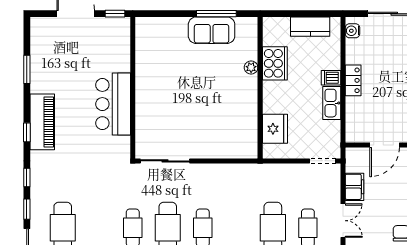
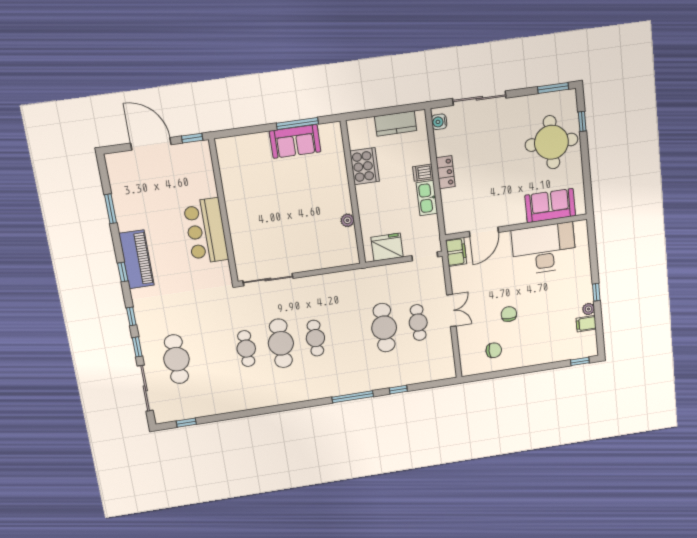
plant: (251, 68) -> (347, 220), moved
fridge: (275, 129) -> (387, 247), moved, turned -90
filing cabinet: (355, 187) -> (456, 252), moved

